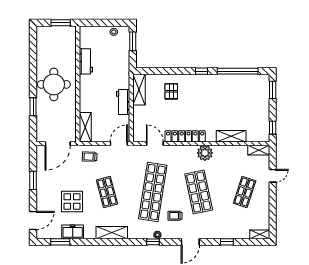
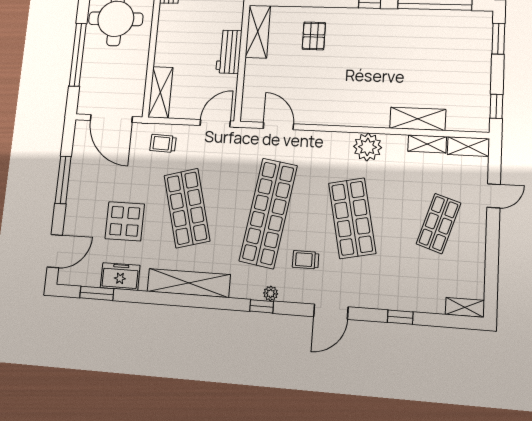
window: (33, 107) -> (78, 55), width x2.11
locker: (185, 136) -> (333, 115), removed
door: (58, 144) -> (111, 118), hinge flipped
shelving: (237, 150) -> (427, 144), added
window: (33, 180) -> (63, 180), width x1.44
shop shelf: (107, 192) -> (187, 208), width x1.43, depth x1.36
shelving: (112, 233) -> (189, 283), width x1.47

